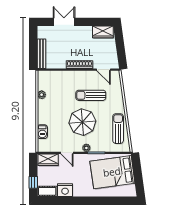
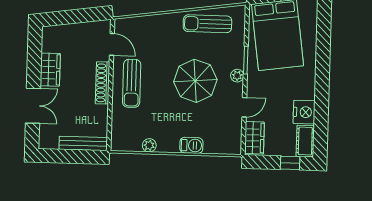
double door: (64, 22) -> (33, 106), swing flipped
wardrobe: (103, 32) -> (50, 70), moved
door: (103, 70) -> (112, 44), hinge flipped
sun lounger: (91, 95) -> (132, 83), moved
barbecue: (42, 132) -> (191, 145), moved

